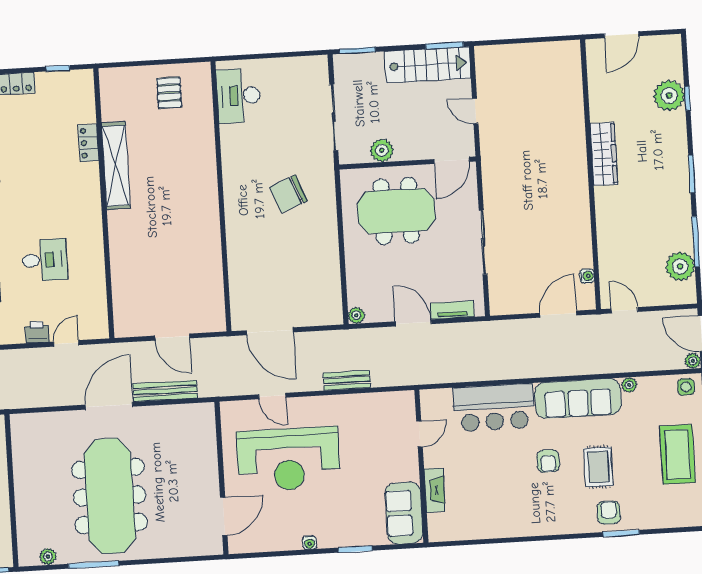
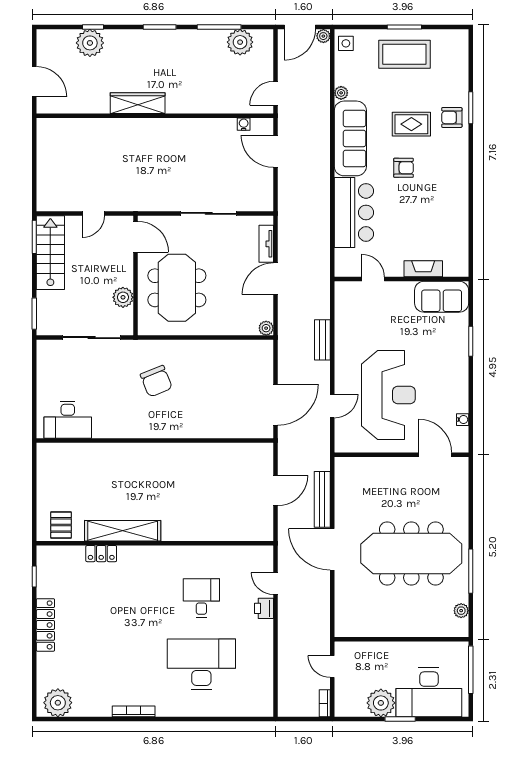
pallet: (169, 93) -> (61, 525), moved, turned 90
water cooler: (310, 543) -> (463, 420), moved

